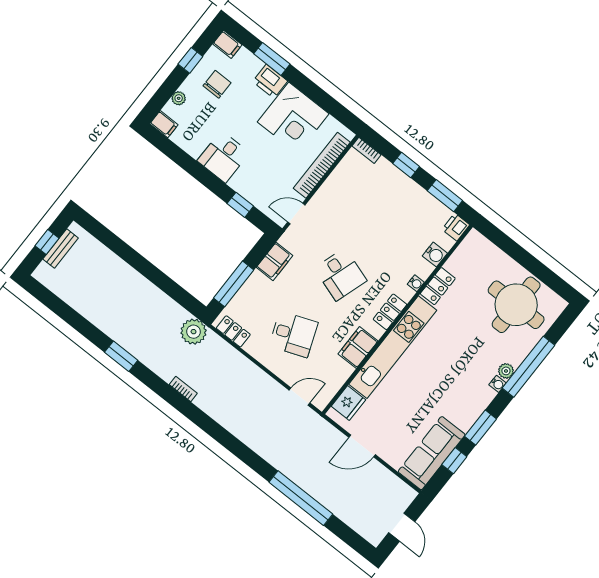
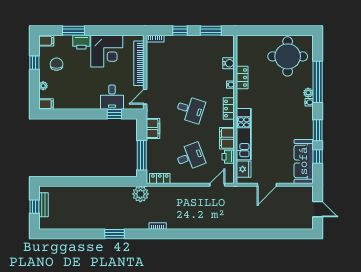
desk: (223, 157) -> (112, 97), moved
printer: (456, 227) -> (228, 157), moved
kitchen unit: (393, 347) -> (244, 134), width x0.73
window: (301, 498) -> (257, 234), removed

